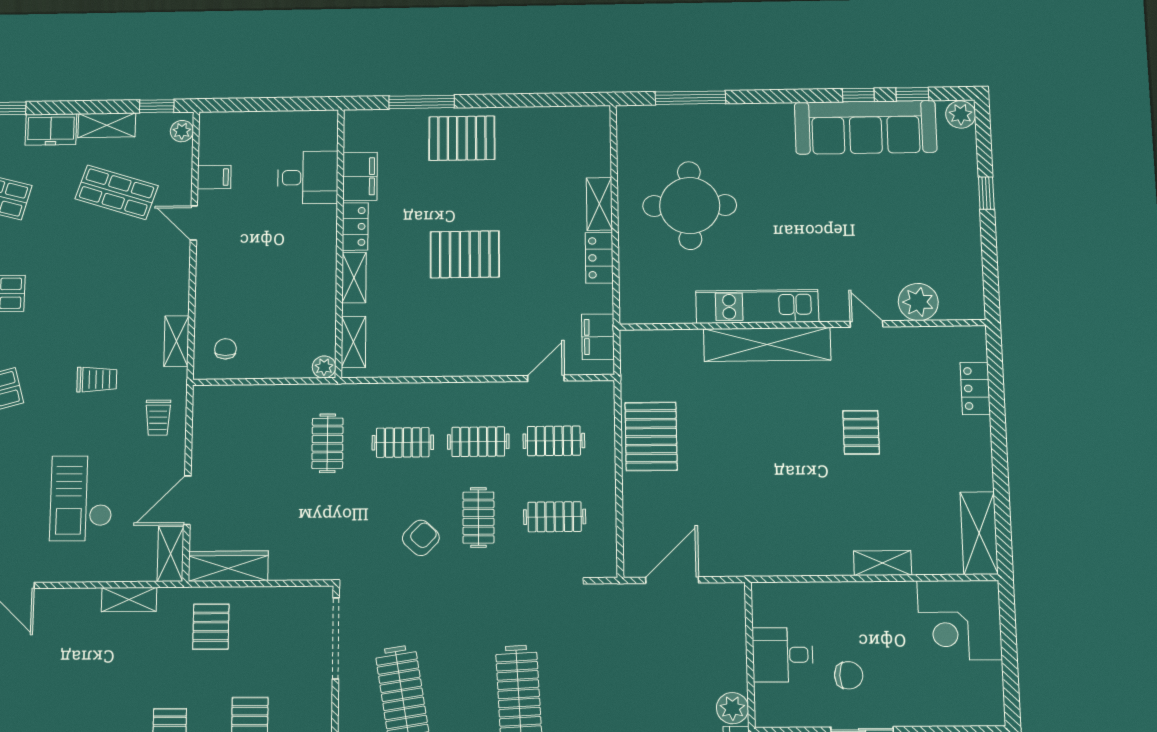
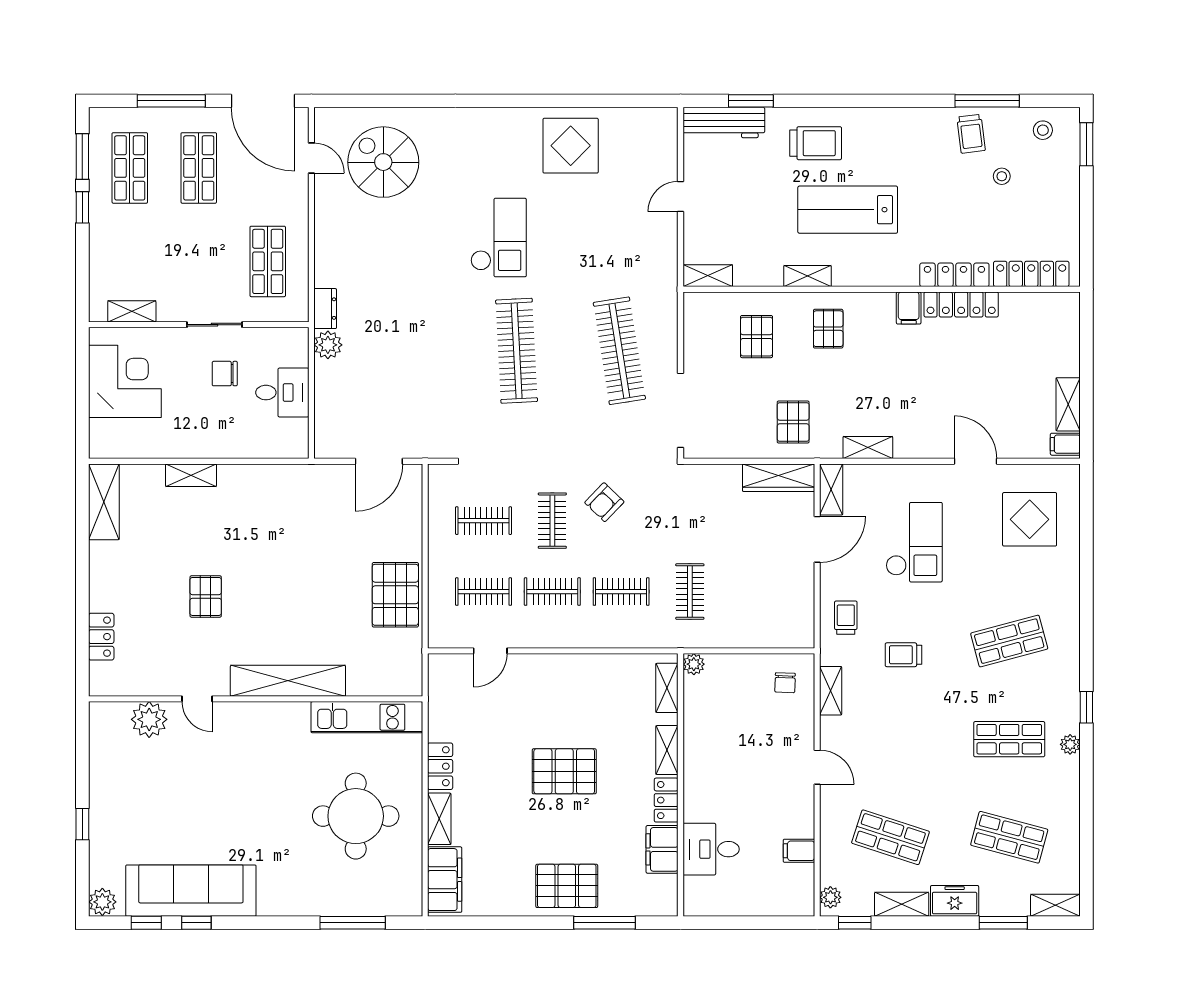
door: (194, 223) -> (817, 767), moved
kitchen unit: (757, 306) -> (367, 717), moved
filing cabinet: (598, 337) -> (445, 880), moved, width x1.50, depth x1.17
corner desk: (960, 620) -> (125, 381), moved

